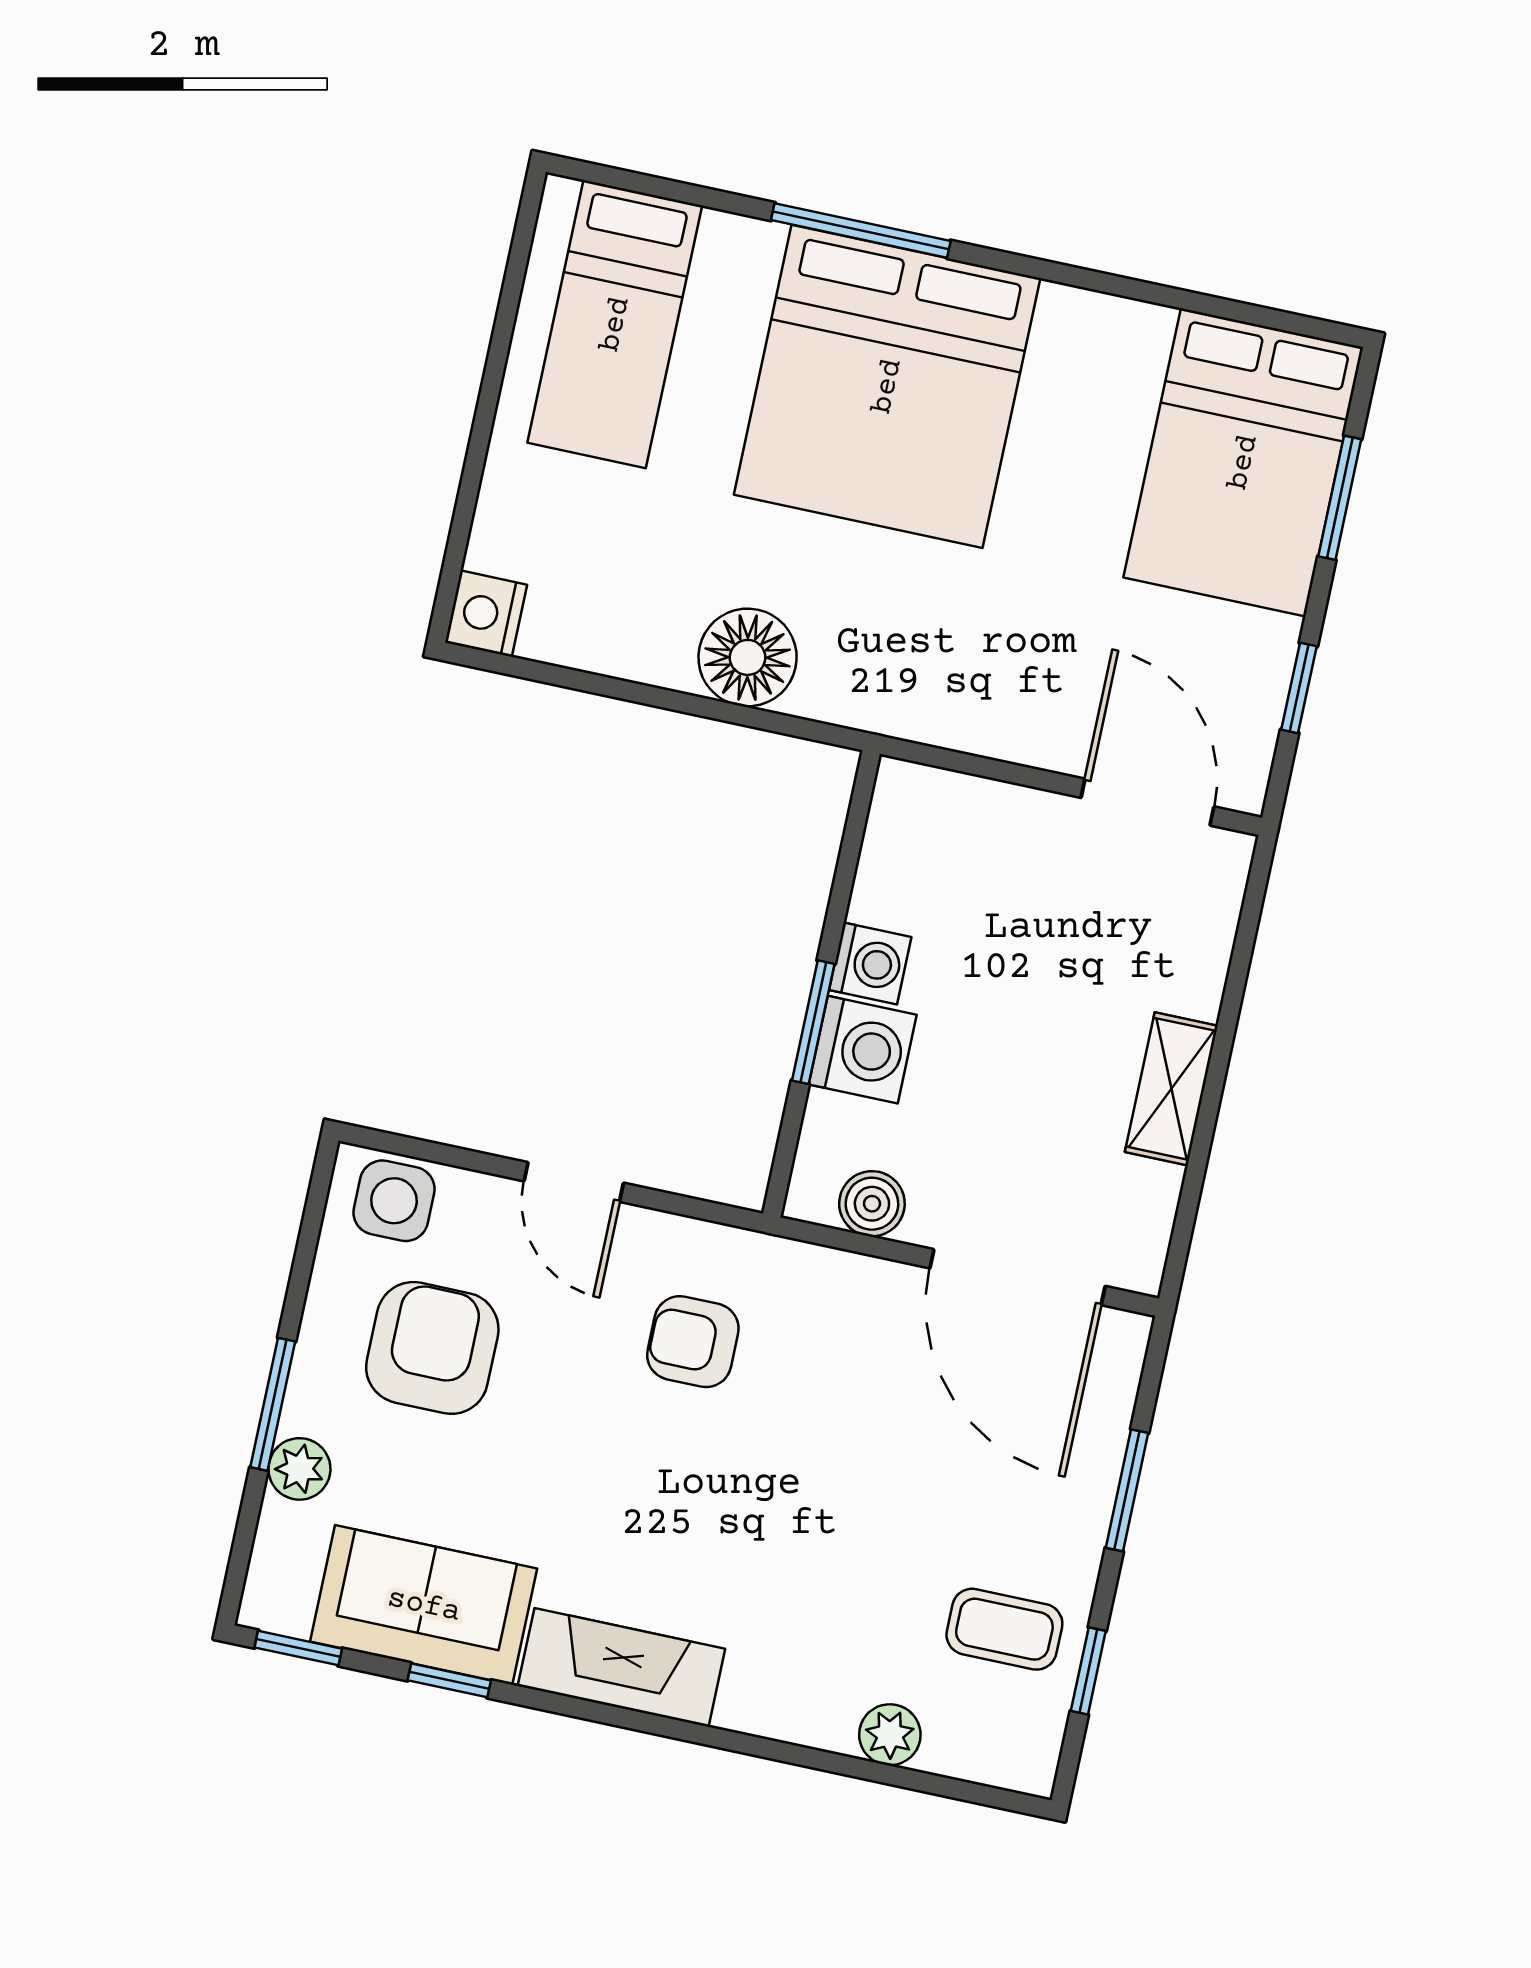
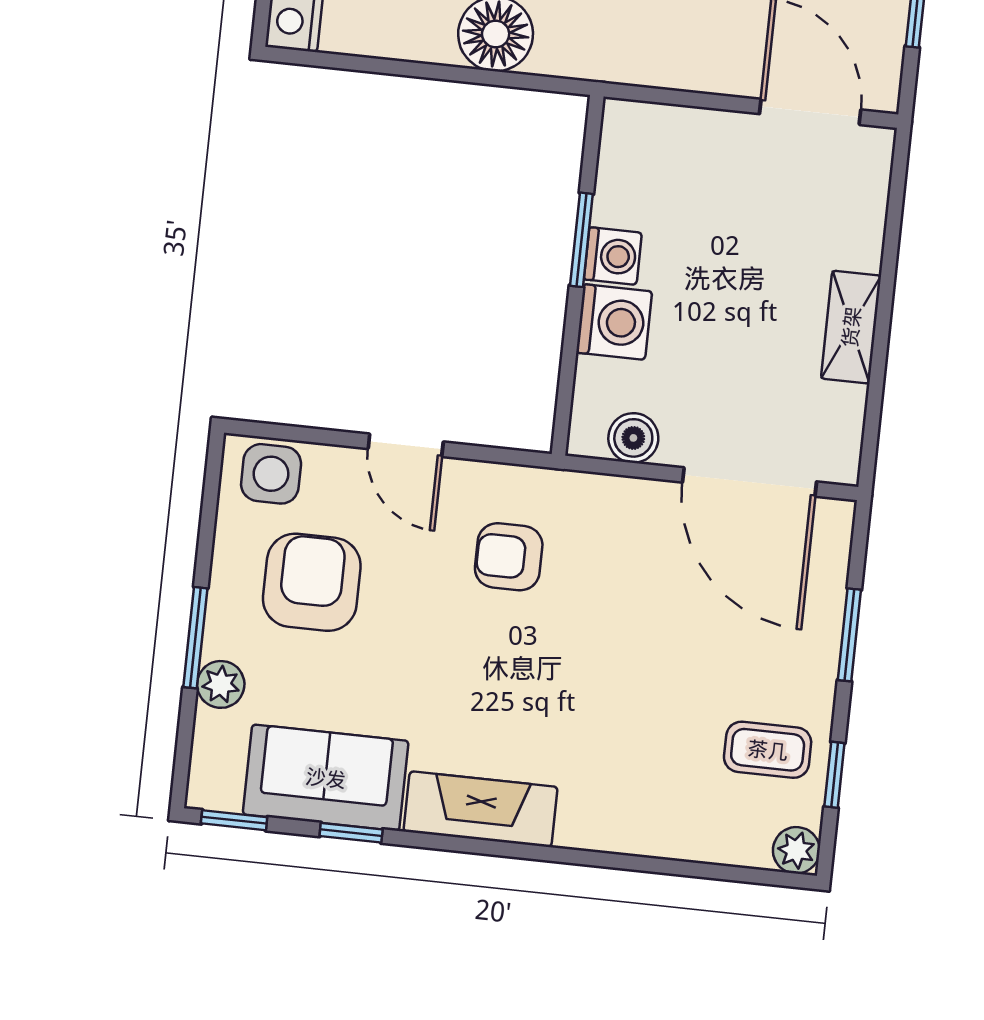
window: (813, 1022) -> (581, 240), moved
plant: (890, 1735) -> (796, 850), moved

